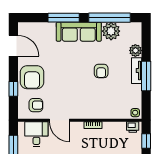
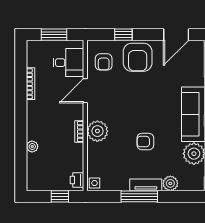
armchair: (32, 77) -> (138, 57), turned -90
plant: (93, 110) -> (97, 131), added

